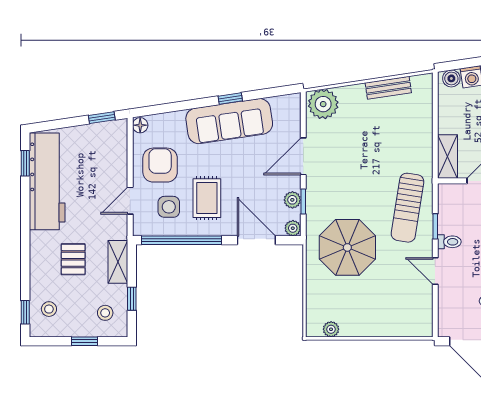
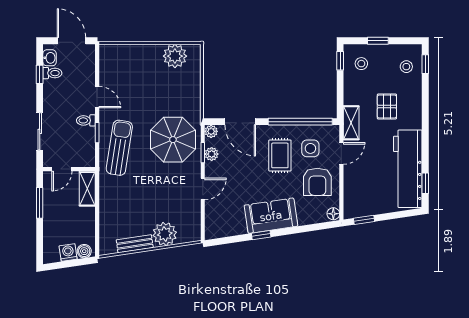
plant: (323, 104) -> (165, 234), moved
sofa: (229, 121) -> (271, 216), width x0.73
door: (303, 156) -> (203, 189), width x0.73
parasol: (347, 247) -> (173, 140), moved
shelving: (118, 262) -> (351, 123), moved
window: (132, 299) -> (340, 61), moved
plant: (331, 329) -> (175, 56), width x1.87, depth x1.87

